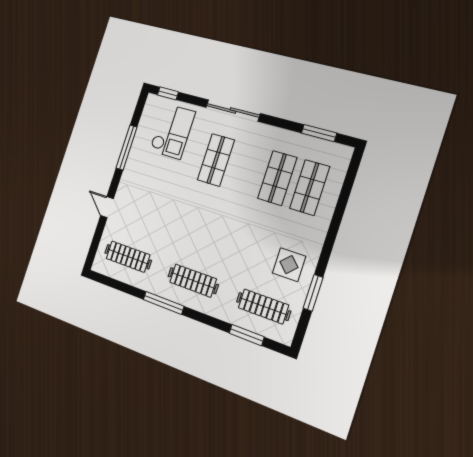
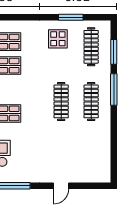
clothes rail: (128, 257) -> (61, 101), moved
window: (164, 303) -> (114, 89), moved

